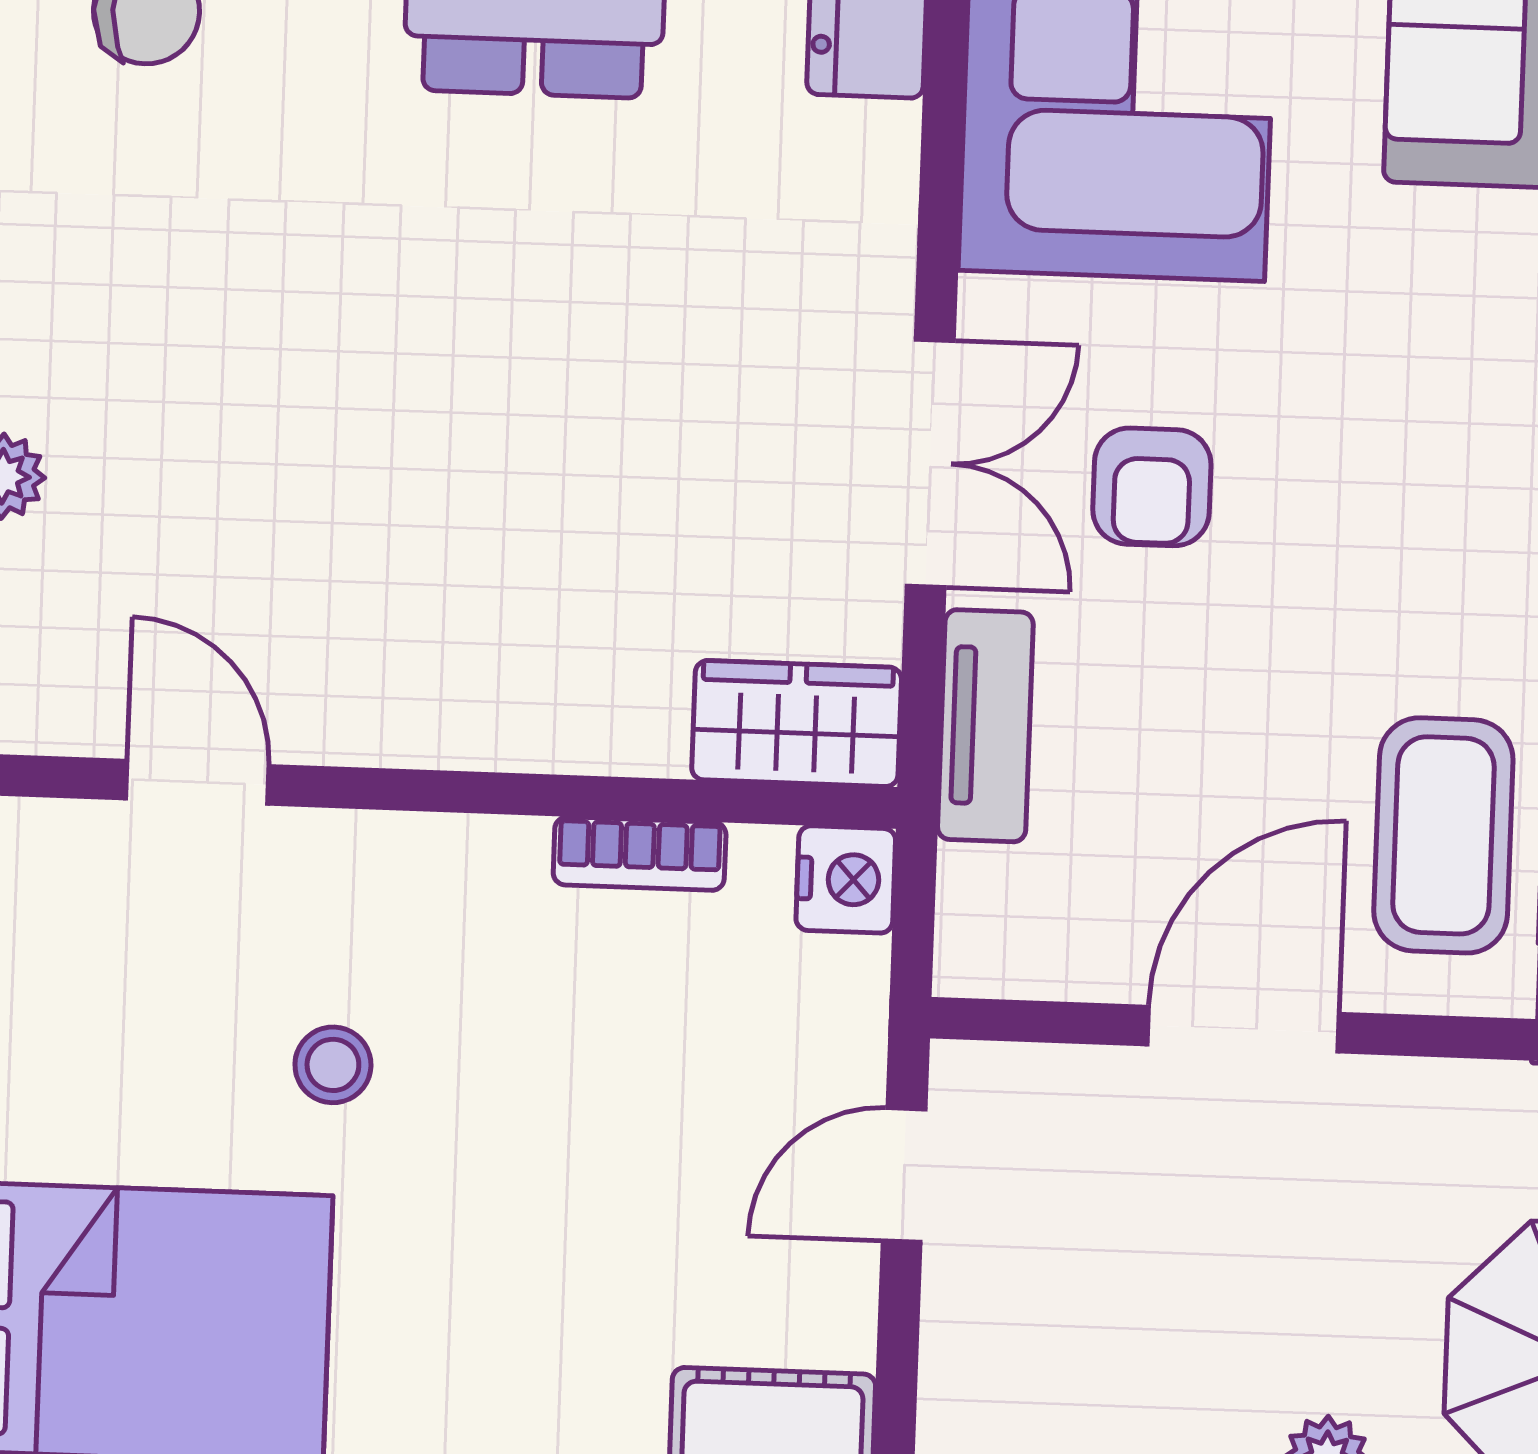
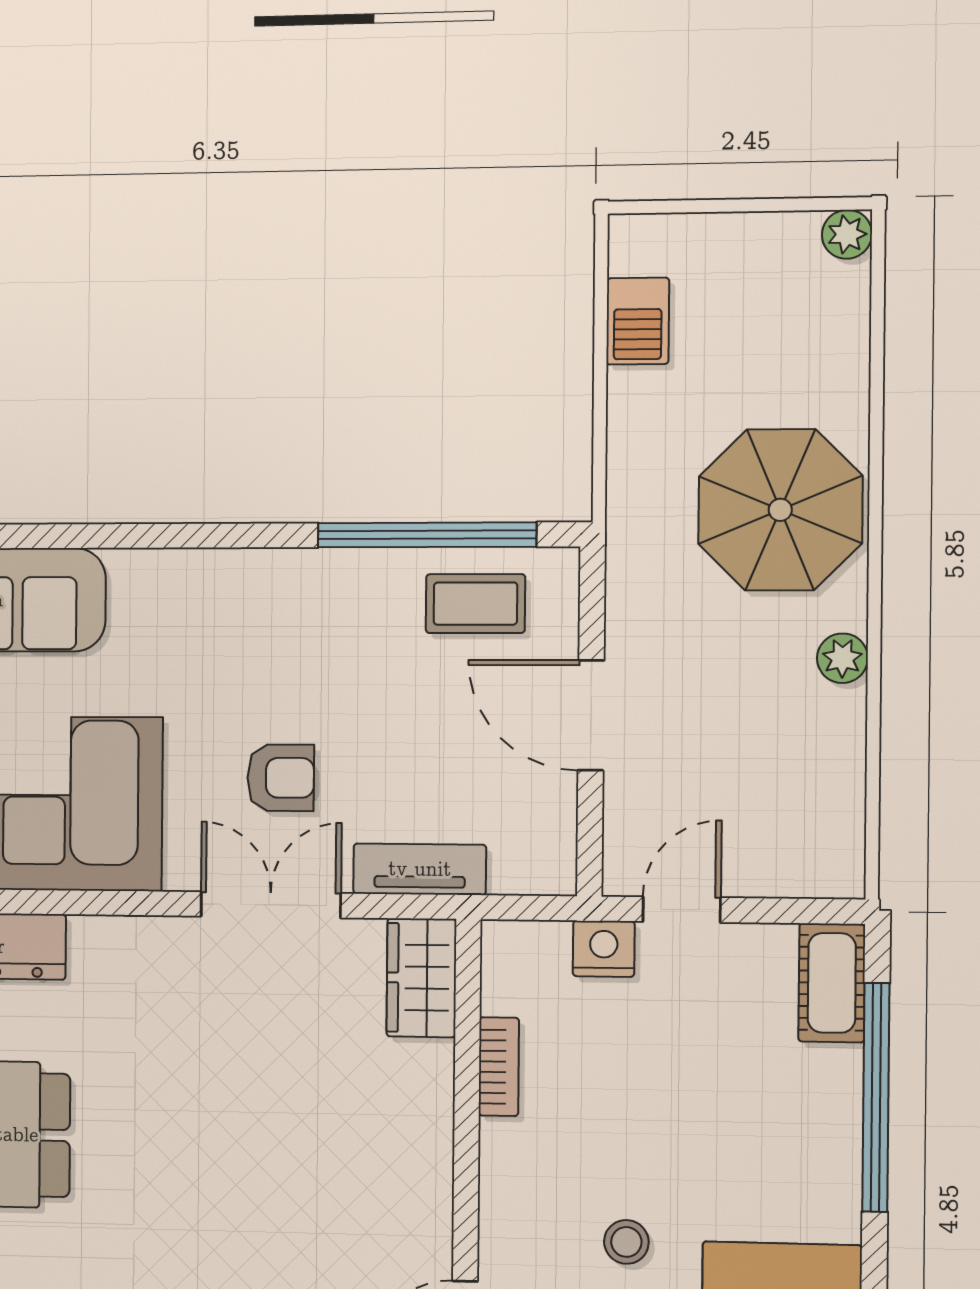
coffee table: (1443, 835) -> (475, 604), width x0.73, depth x0.77
nightstand: (846, 879) -> (604, 949), moved
door: (904, 1175) -> (682, 910), swing flipped

